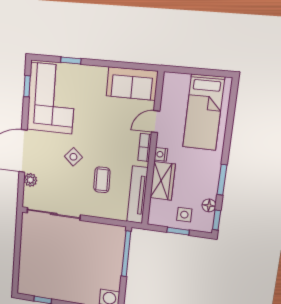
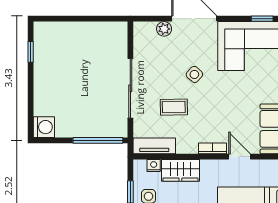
nightstand: (161, 154) -> (154, 165), moved
tv unit: (137, 195) -> (154, 146), width x0.71
sliding door: (54, 214) -> (130, 88), moved

